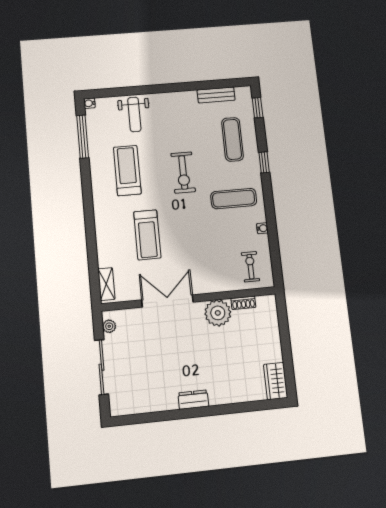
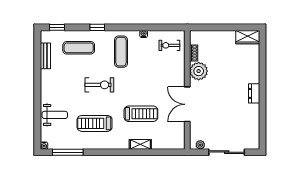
shelving: (106, 284) -> (140, 144), moved

